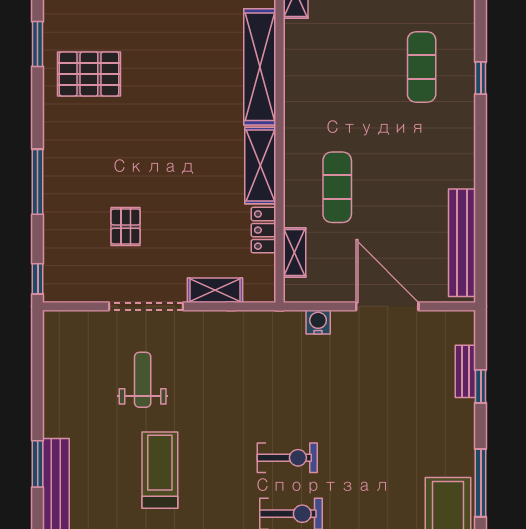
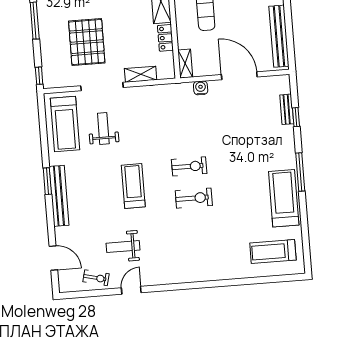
pallet: (126, 227) -> (87, 42), width x2.05, depth x2.00
shelving: (295, 253) -> (185, 64), moved
treadmill: (76, 367) -> (65, 124), added
treadmill: (160, 470) -> (133, 186), moved

